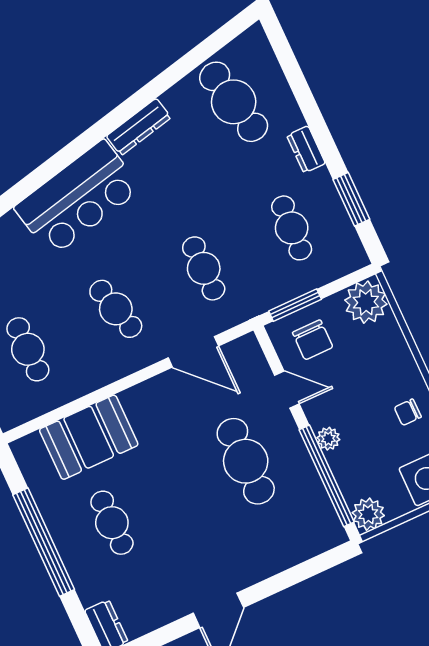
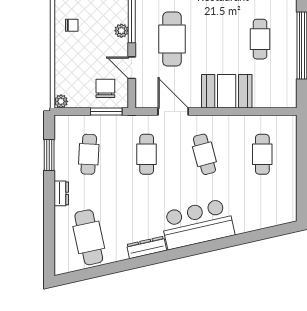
plant: (366, 302) -> (61, 101), width x0.53, depth x0.53
booth: (89, 437) -> (227, 91), moved

